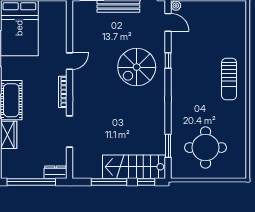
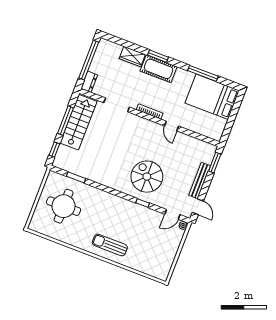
stairs: (134, 167) -> (78, 122), moved

